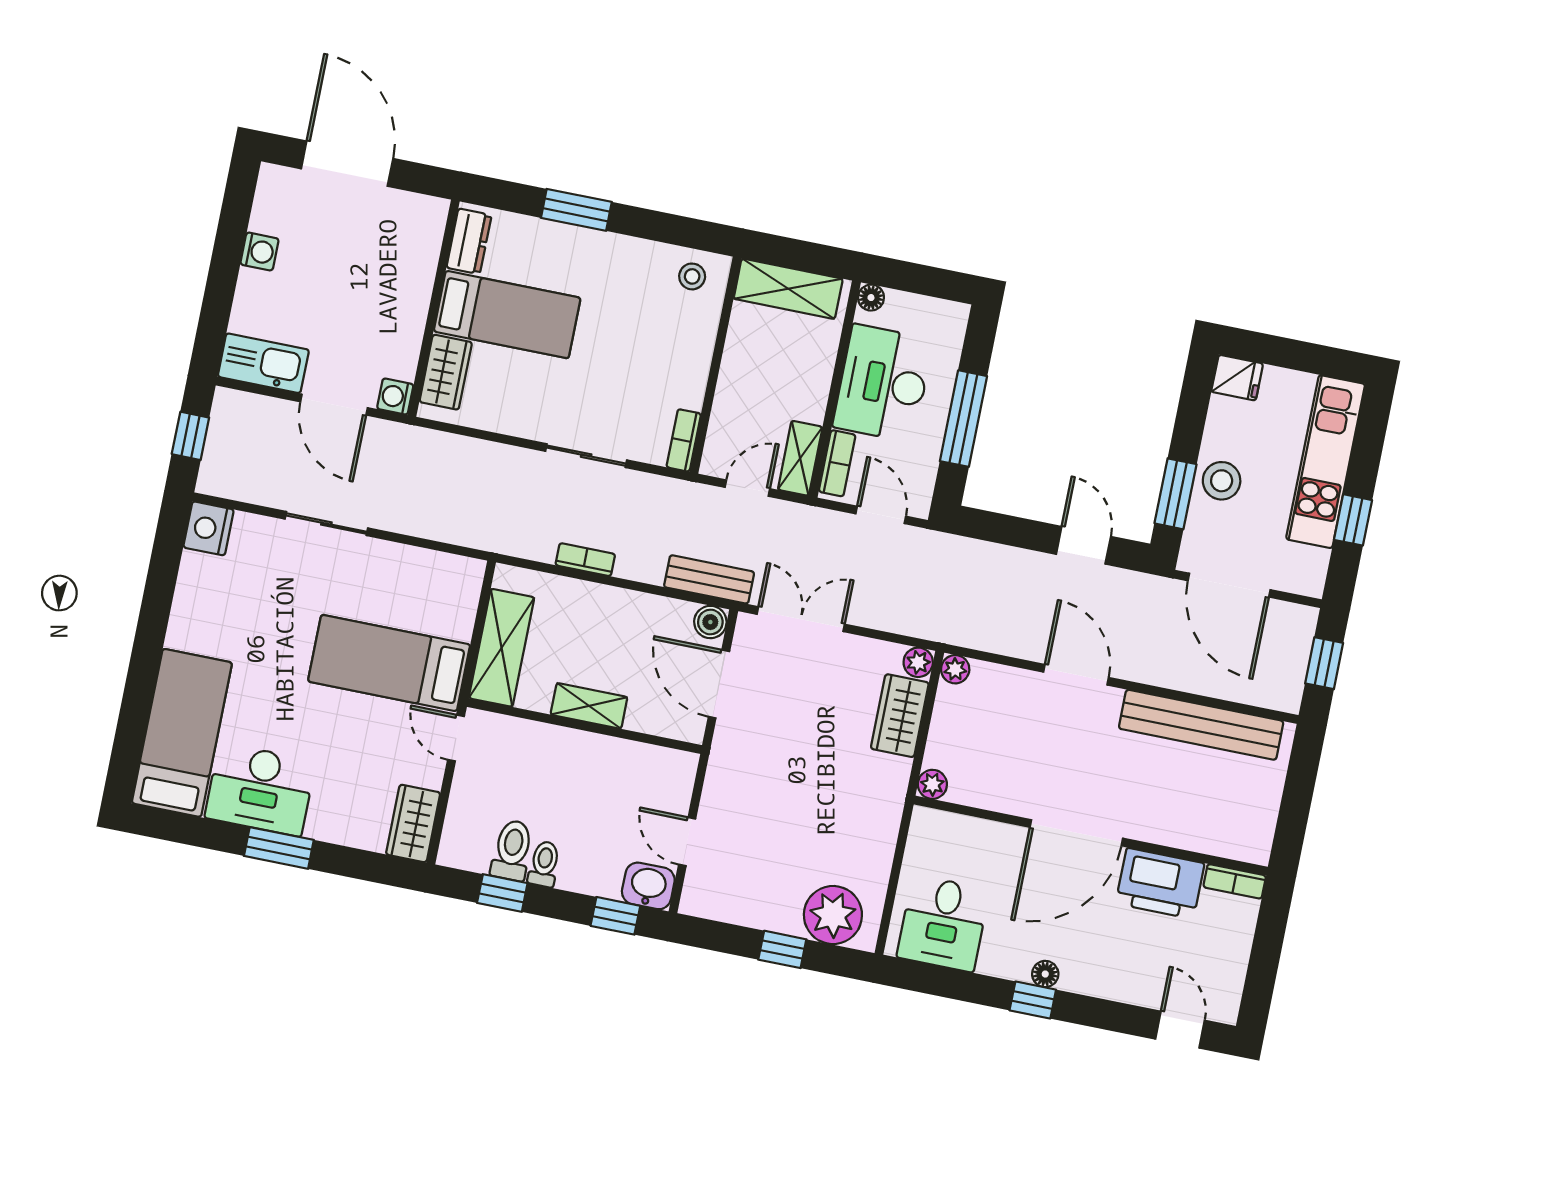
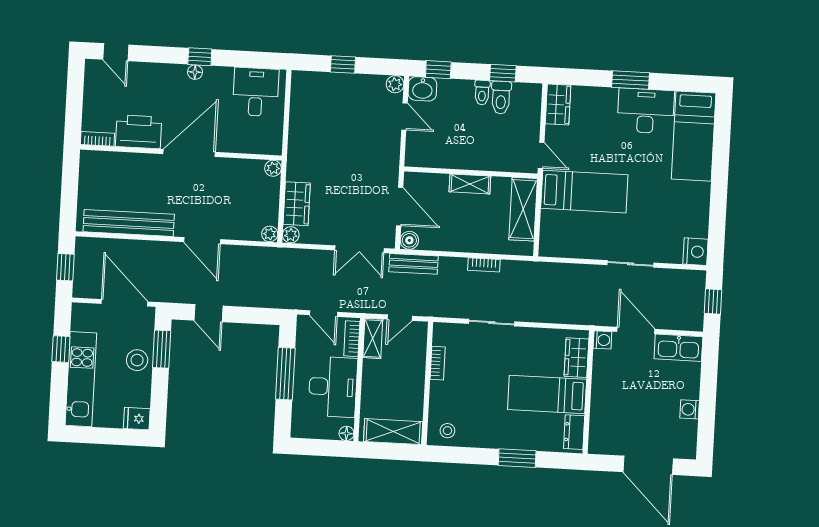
bookcase: (684, 440) -> (438, 363), moved
plant: (833, 915) -> (395, 84), moved, width x0.53, depth x0.53

